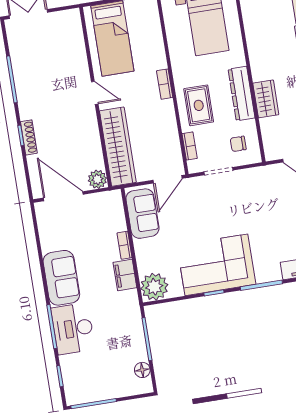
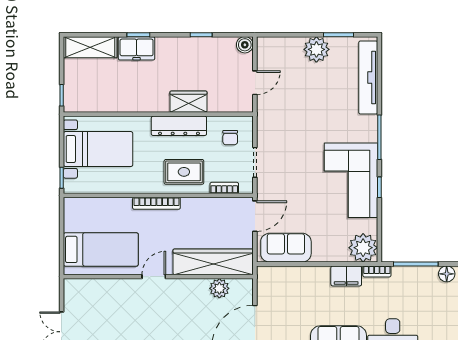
bookcase: (165, 84) -> (156, 203), width x1.56
plant: (97, 179) -> (219, 288), moved
door: (168, 179) -> (255, 216), hinge flipped
bookcase: (125, 245) -> (377, 271), moved

